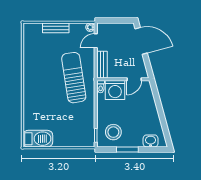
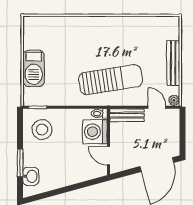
bench: (56, 28) -> (173, 63), width x1.36
barbecue: (38, 139) -> (34, 68), moved
window: (127, 149) -> (20, 163), moved

